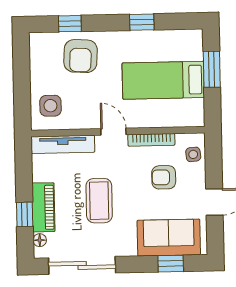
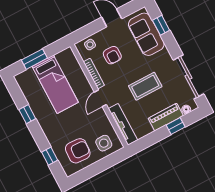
armchair: (81, 56) -> (78, 151), moved

